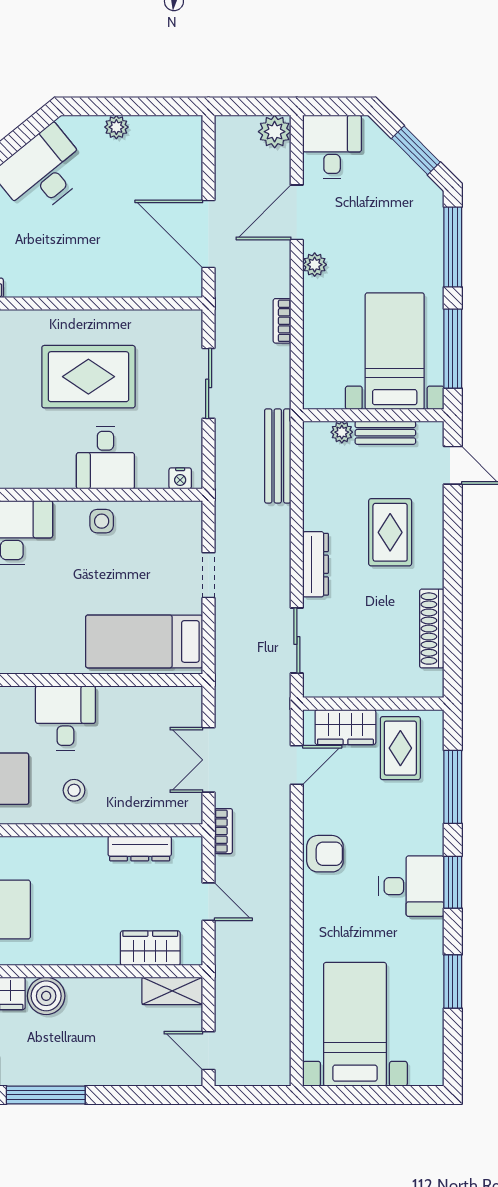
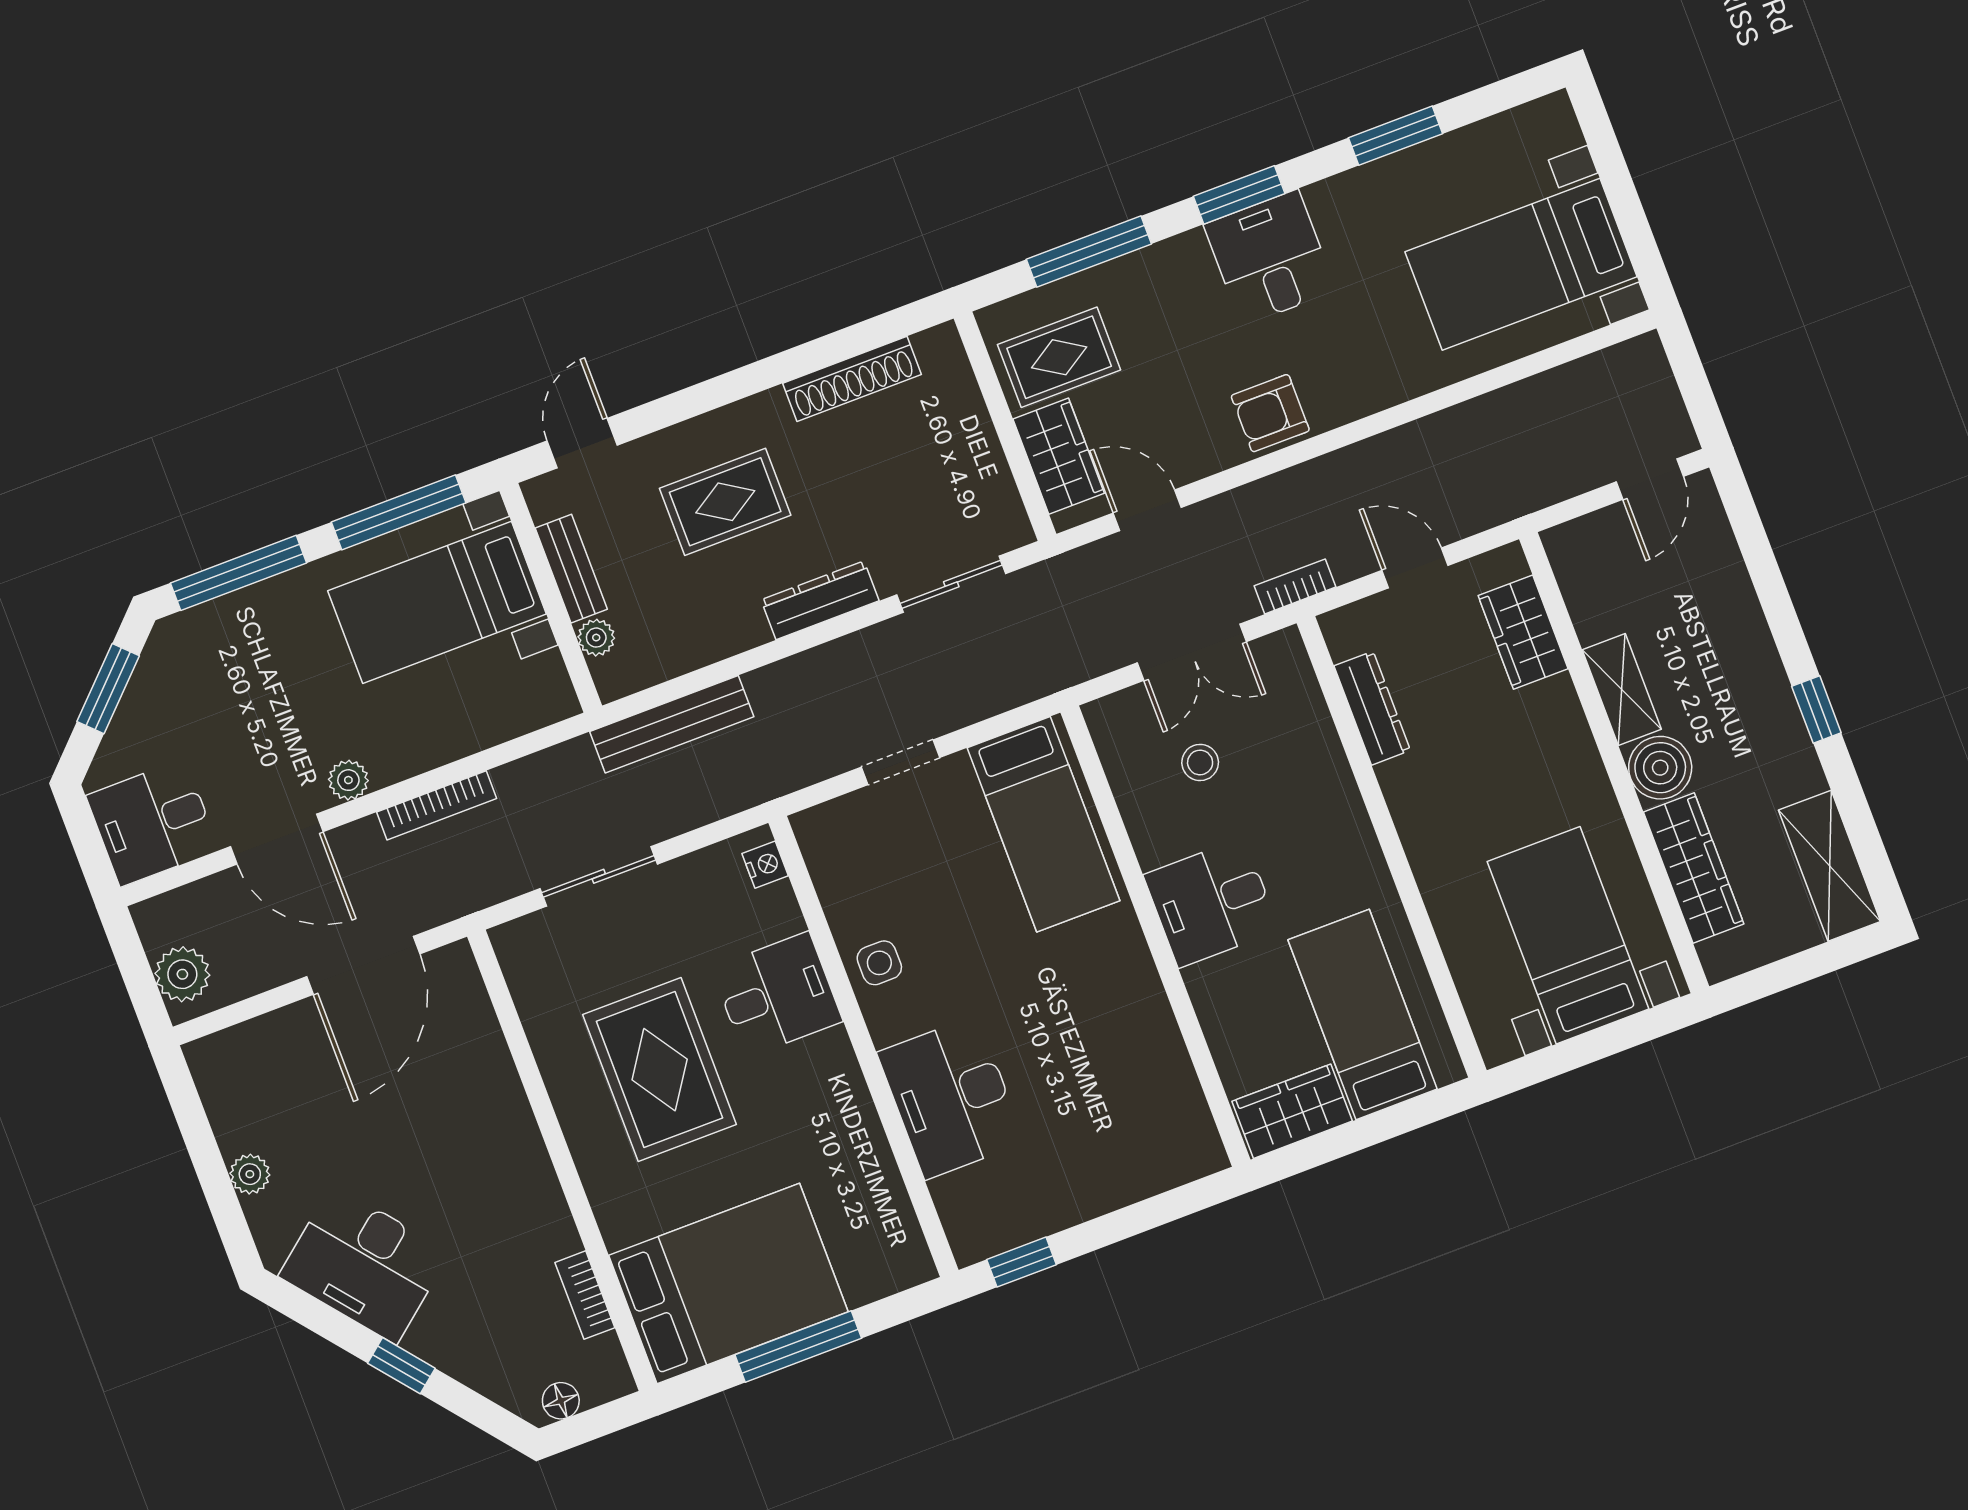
plant: (275, 132) -> (182, 974), moved
bookcase: (282, 321) -> (437, 805), width x1.56
stool: (74, 790) -> (1200, 762), moved
armchair: (325, 854) -> (1270, 413), turned -90
door: (209, 902) -> (1415, 568), hinge flipped
shelving: (172, 991) -> (1622, 690), moved
window: (46, 1095) -> (1816, 709), width x0.46

